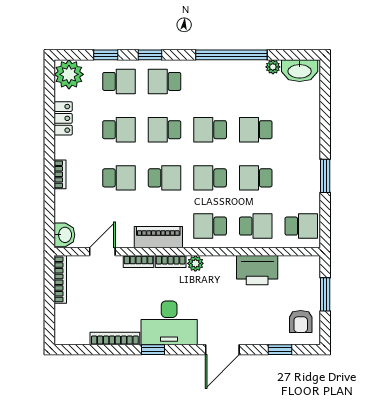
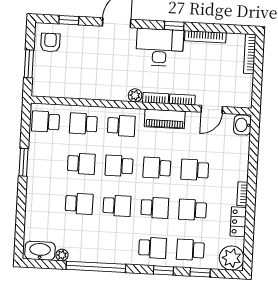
bookcase: (60, 174) -> (242, 194), moved
school desk: (210, 178) -> (119, 166), turned 180
printer: (257, 270) -> (84, 87), removed
bookcase: (60, 279) -> (250, 54), moved

